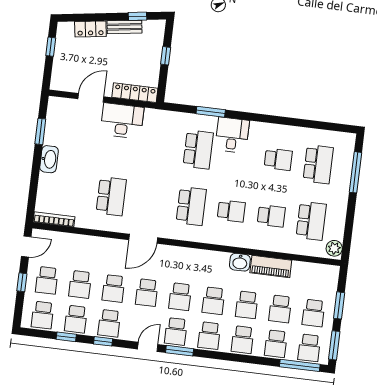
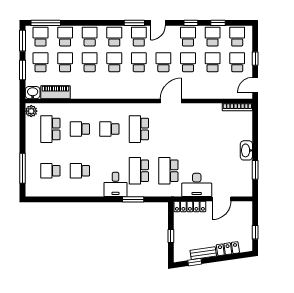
school desk: (318, 164) -> (50, 171), width x0.54
school desk: (111, 196) -> (168, 171), moved
washbasin: (240, 262) -> (33, 93), moved
piano: (271, 267) -> (55, 92), moved

